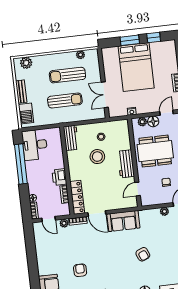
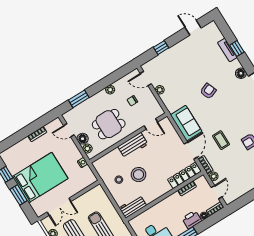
double door: (105, 95) -> (59, 207), moved
dining table: (155, 151) -> (109, 124), width x0.73
printer: (59, 177) -> (192, 220), moved, turned 180
coffee table: (93, 245) -> (221, 140), added

